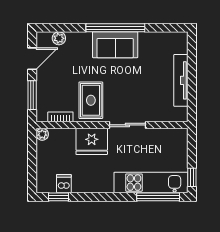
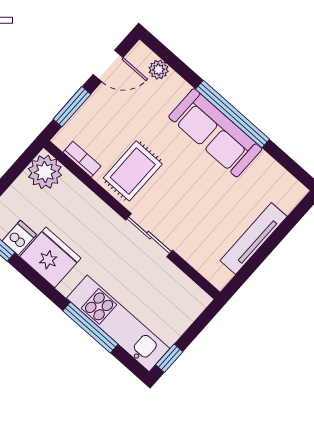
sofa: (115, 45) -> (215, 133), width x1.36
plant: (42, 134) -> (45, 172), width x1.88, depth x1.88
fridge: (92, 141) -> (50, 257), moved, turned 180
window: (158, 197) -> (90, 328), moved

